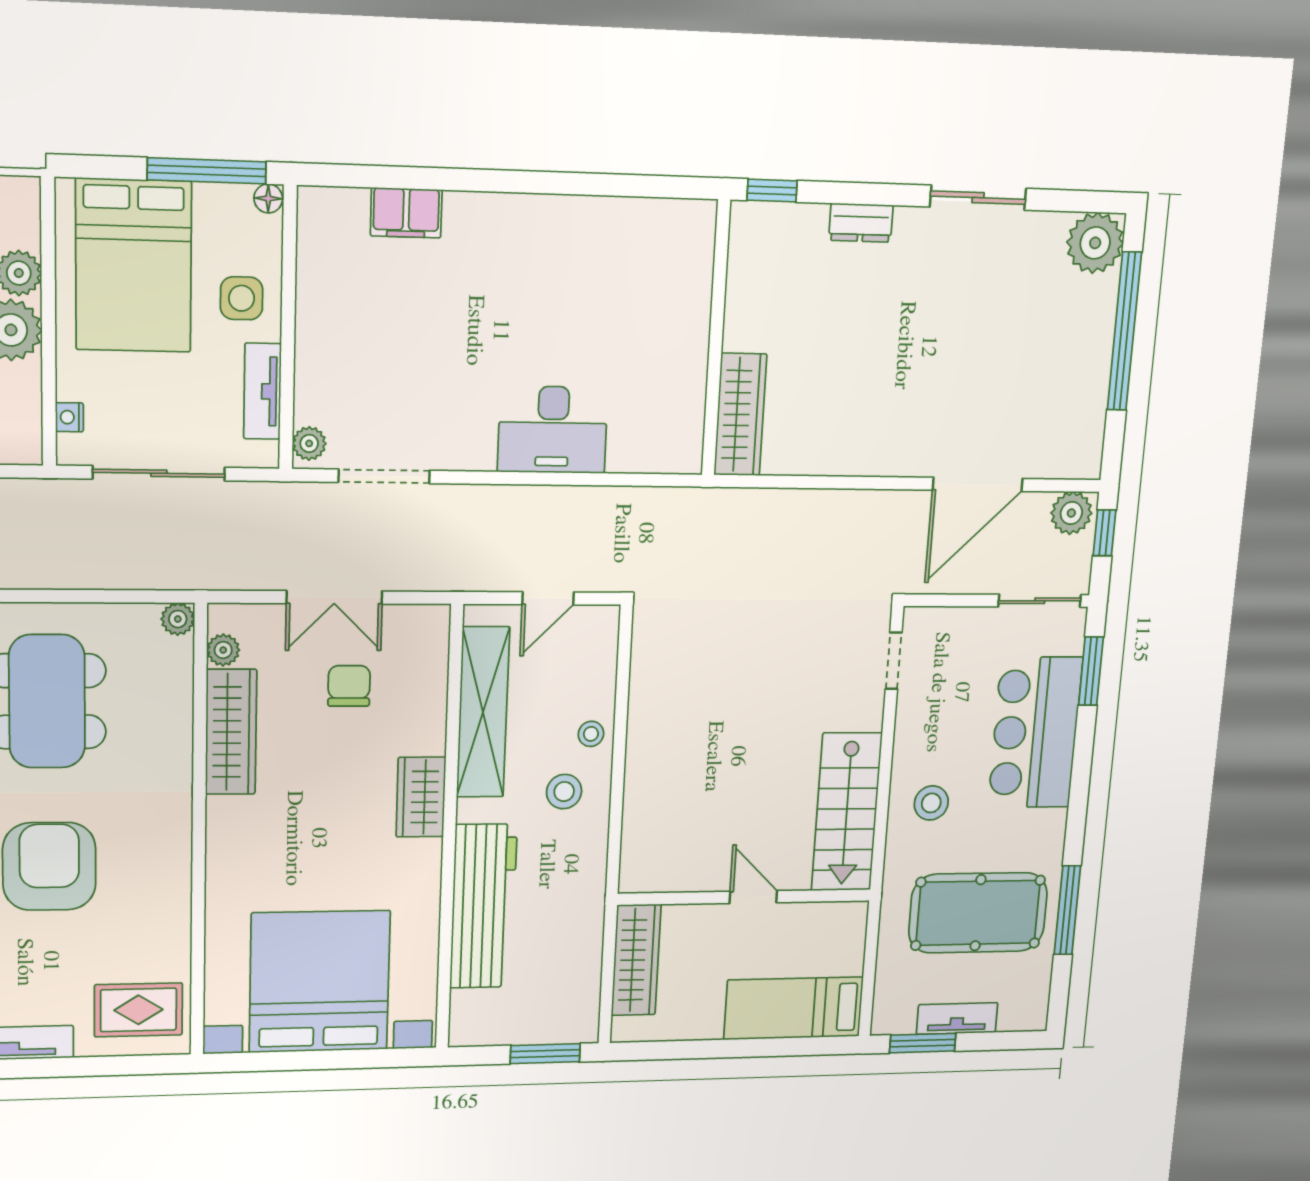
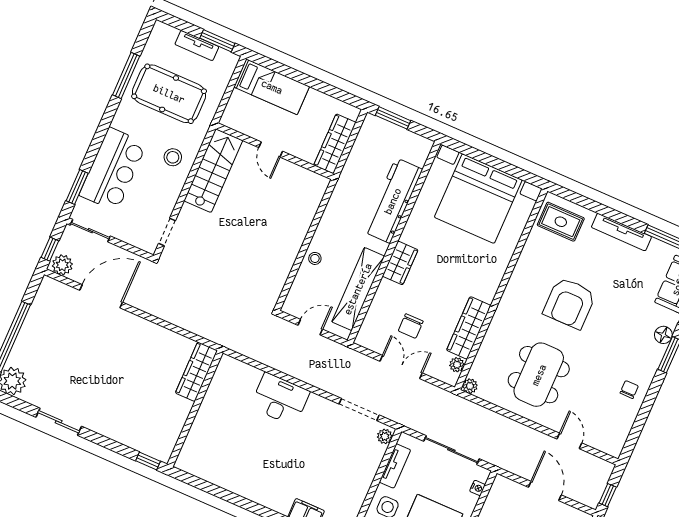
dresser: (861, 223) -> (114, 432), removed
stool: (564, 792) -> (337, 237), removed

